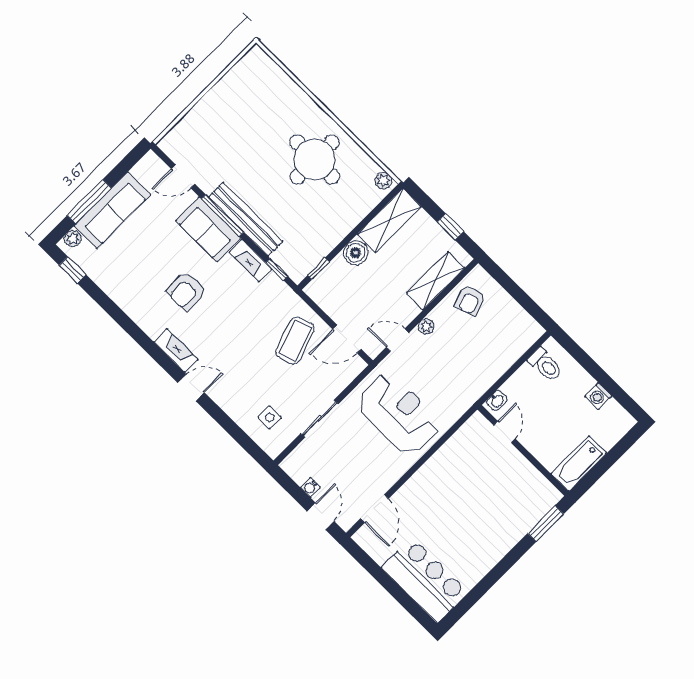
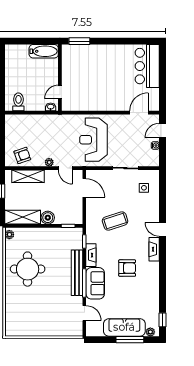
coffee table: (295, 340) -> (115, 221), moved
washing machine: (598, 396) -> (10, 69), removed

